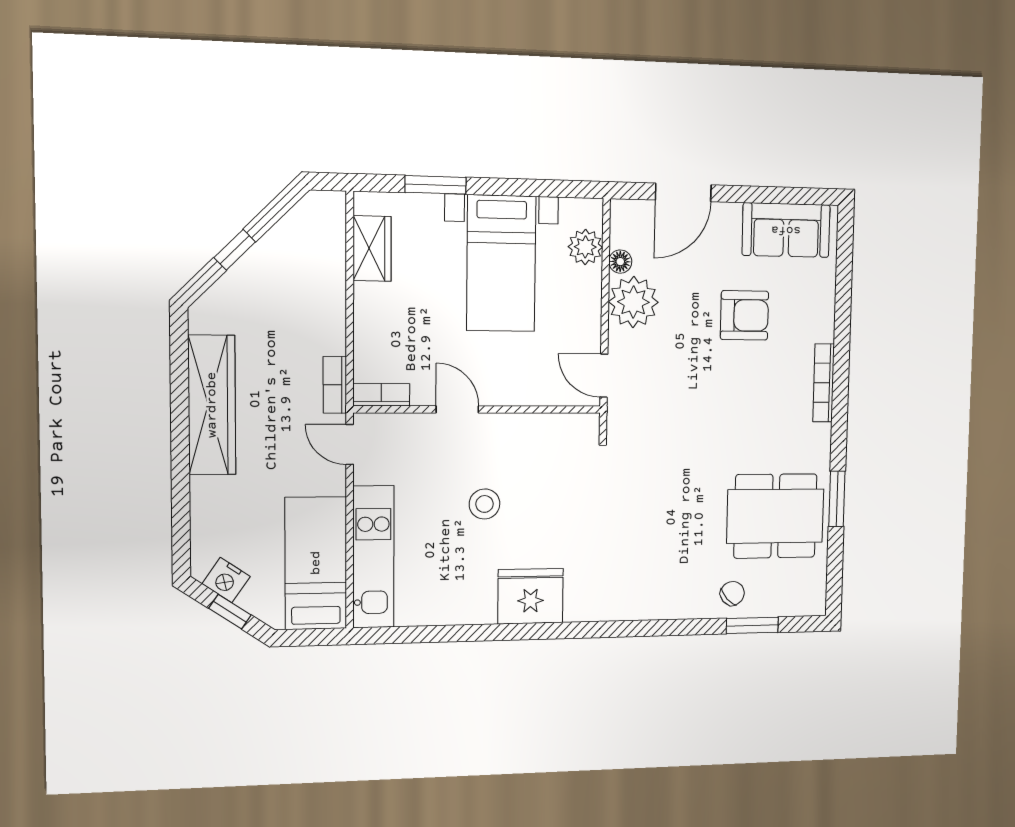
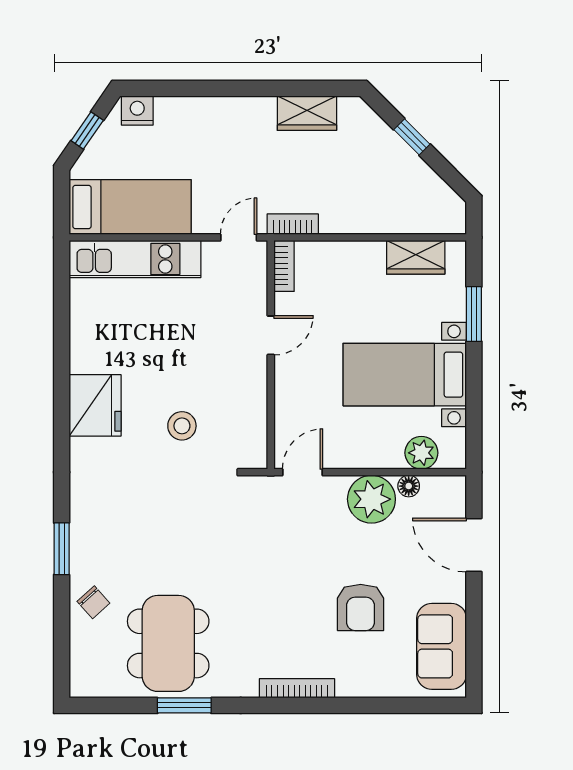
wardrobe: (212, 405) -> (307, 113), width x0.48, depth x0.85
stool: (485, 504) -> (182, 426), moved
nightstand: (226, 580) -> (137, 111), moved, turned 56
window: (752, 625) -> (62, 549), moved

